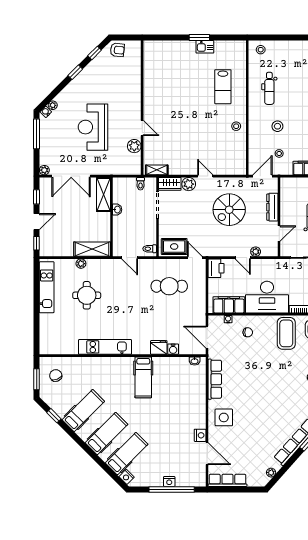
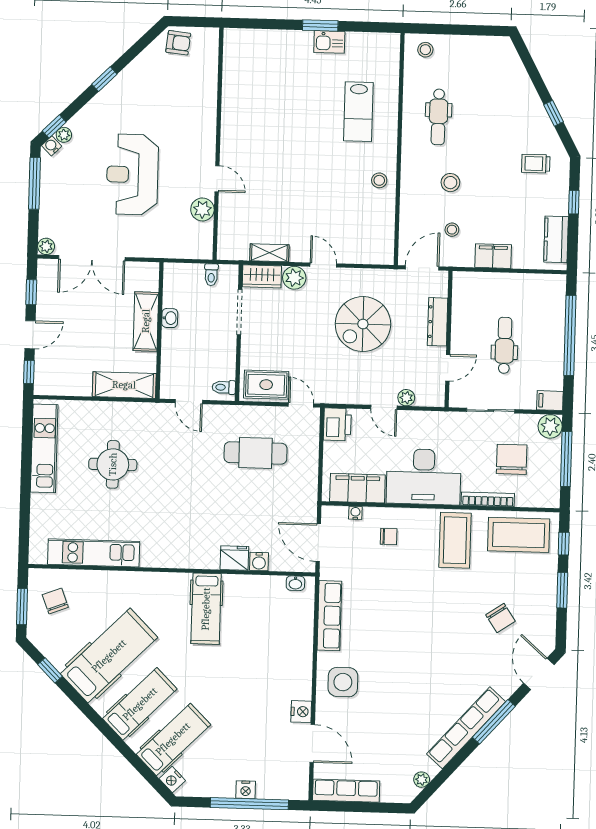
window: (95, 53) -> (54, 126), moved
shelving: (157, 170) -> (269, 253), moved
shelving: (103, 194) -> (146, 321), moved
plant: (81, 264) -> (104, 409), removed
kitchen unit: (105, 347) -> (94, 553), moved
hospital bed: (83, 411) -> (109, 656), width x1.37, depth x1.29

